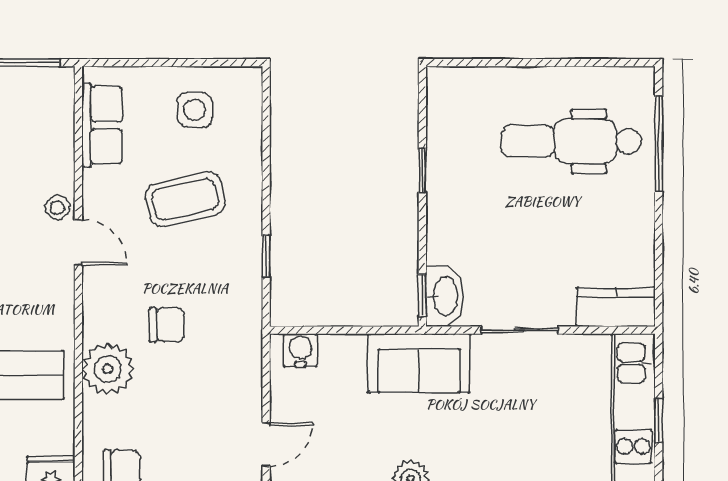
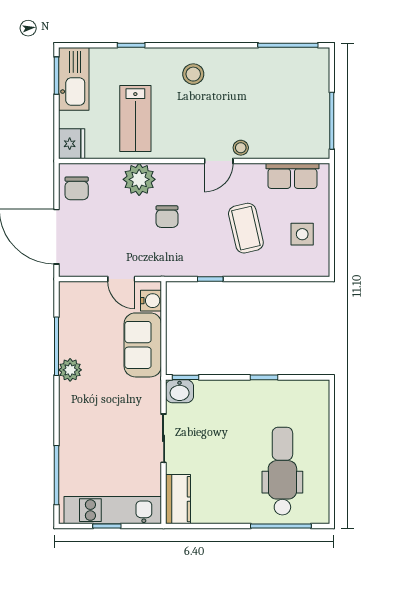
washbasin: (444, 296) -> (180, 391), width x0.72
sofa: (419, 363) -> (143, 345), moved
door: (266, 444) -> (121, 279), moved

